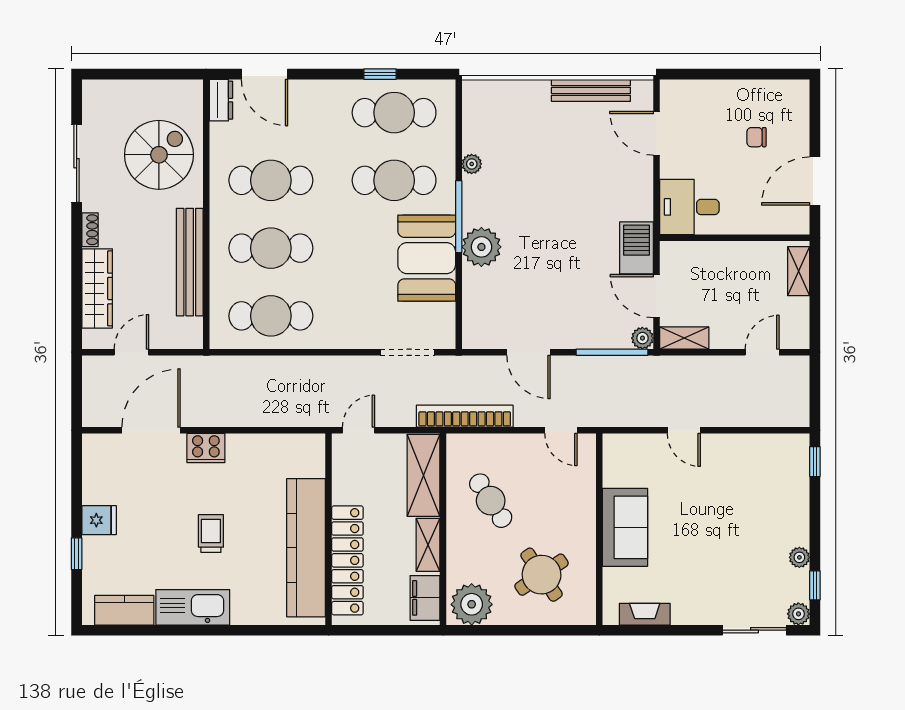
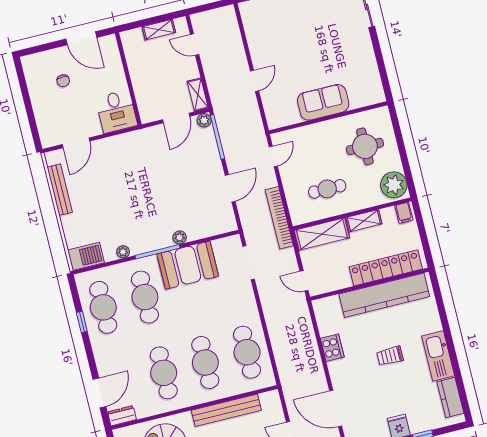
plant: (481, 247) -> (180, 237), width x0.53, depth x0.53
barbecue: (637, 248) -> (86, 256), moved, turned 180
shelving: (799, 271) -> (159, 30), moved
cooker: (206, 448) -> (332, 348), moved
cafe table: (491, 501) -> (327, 189), turned 33
round table: (542, 575) -> (365, 146), turned 34
filing cabinet: (425, 598) -> (404, 213), width x0.50
fireplace: (645, 614) -> (374, 77), removed

